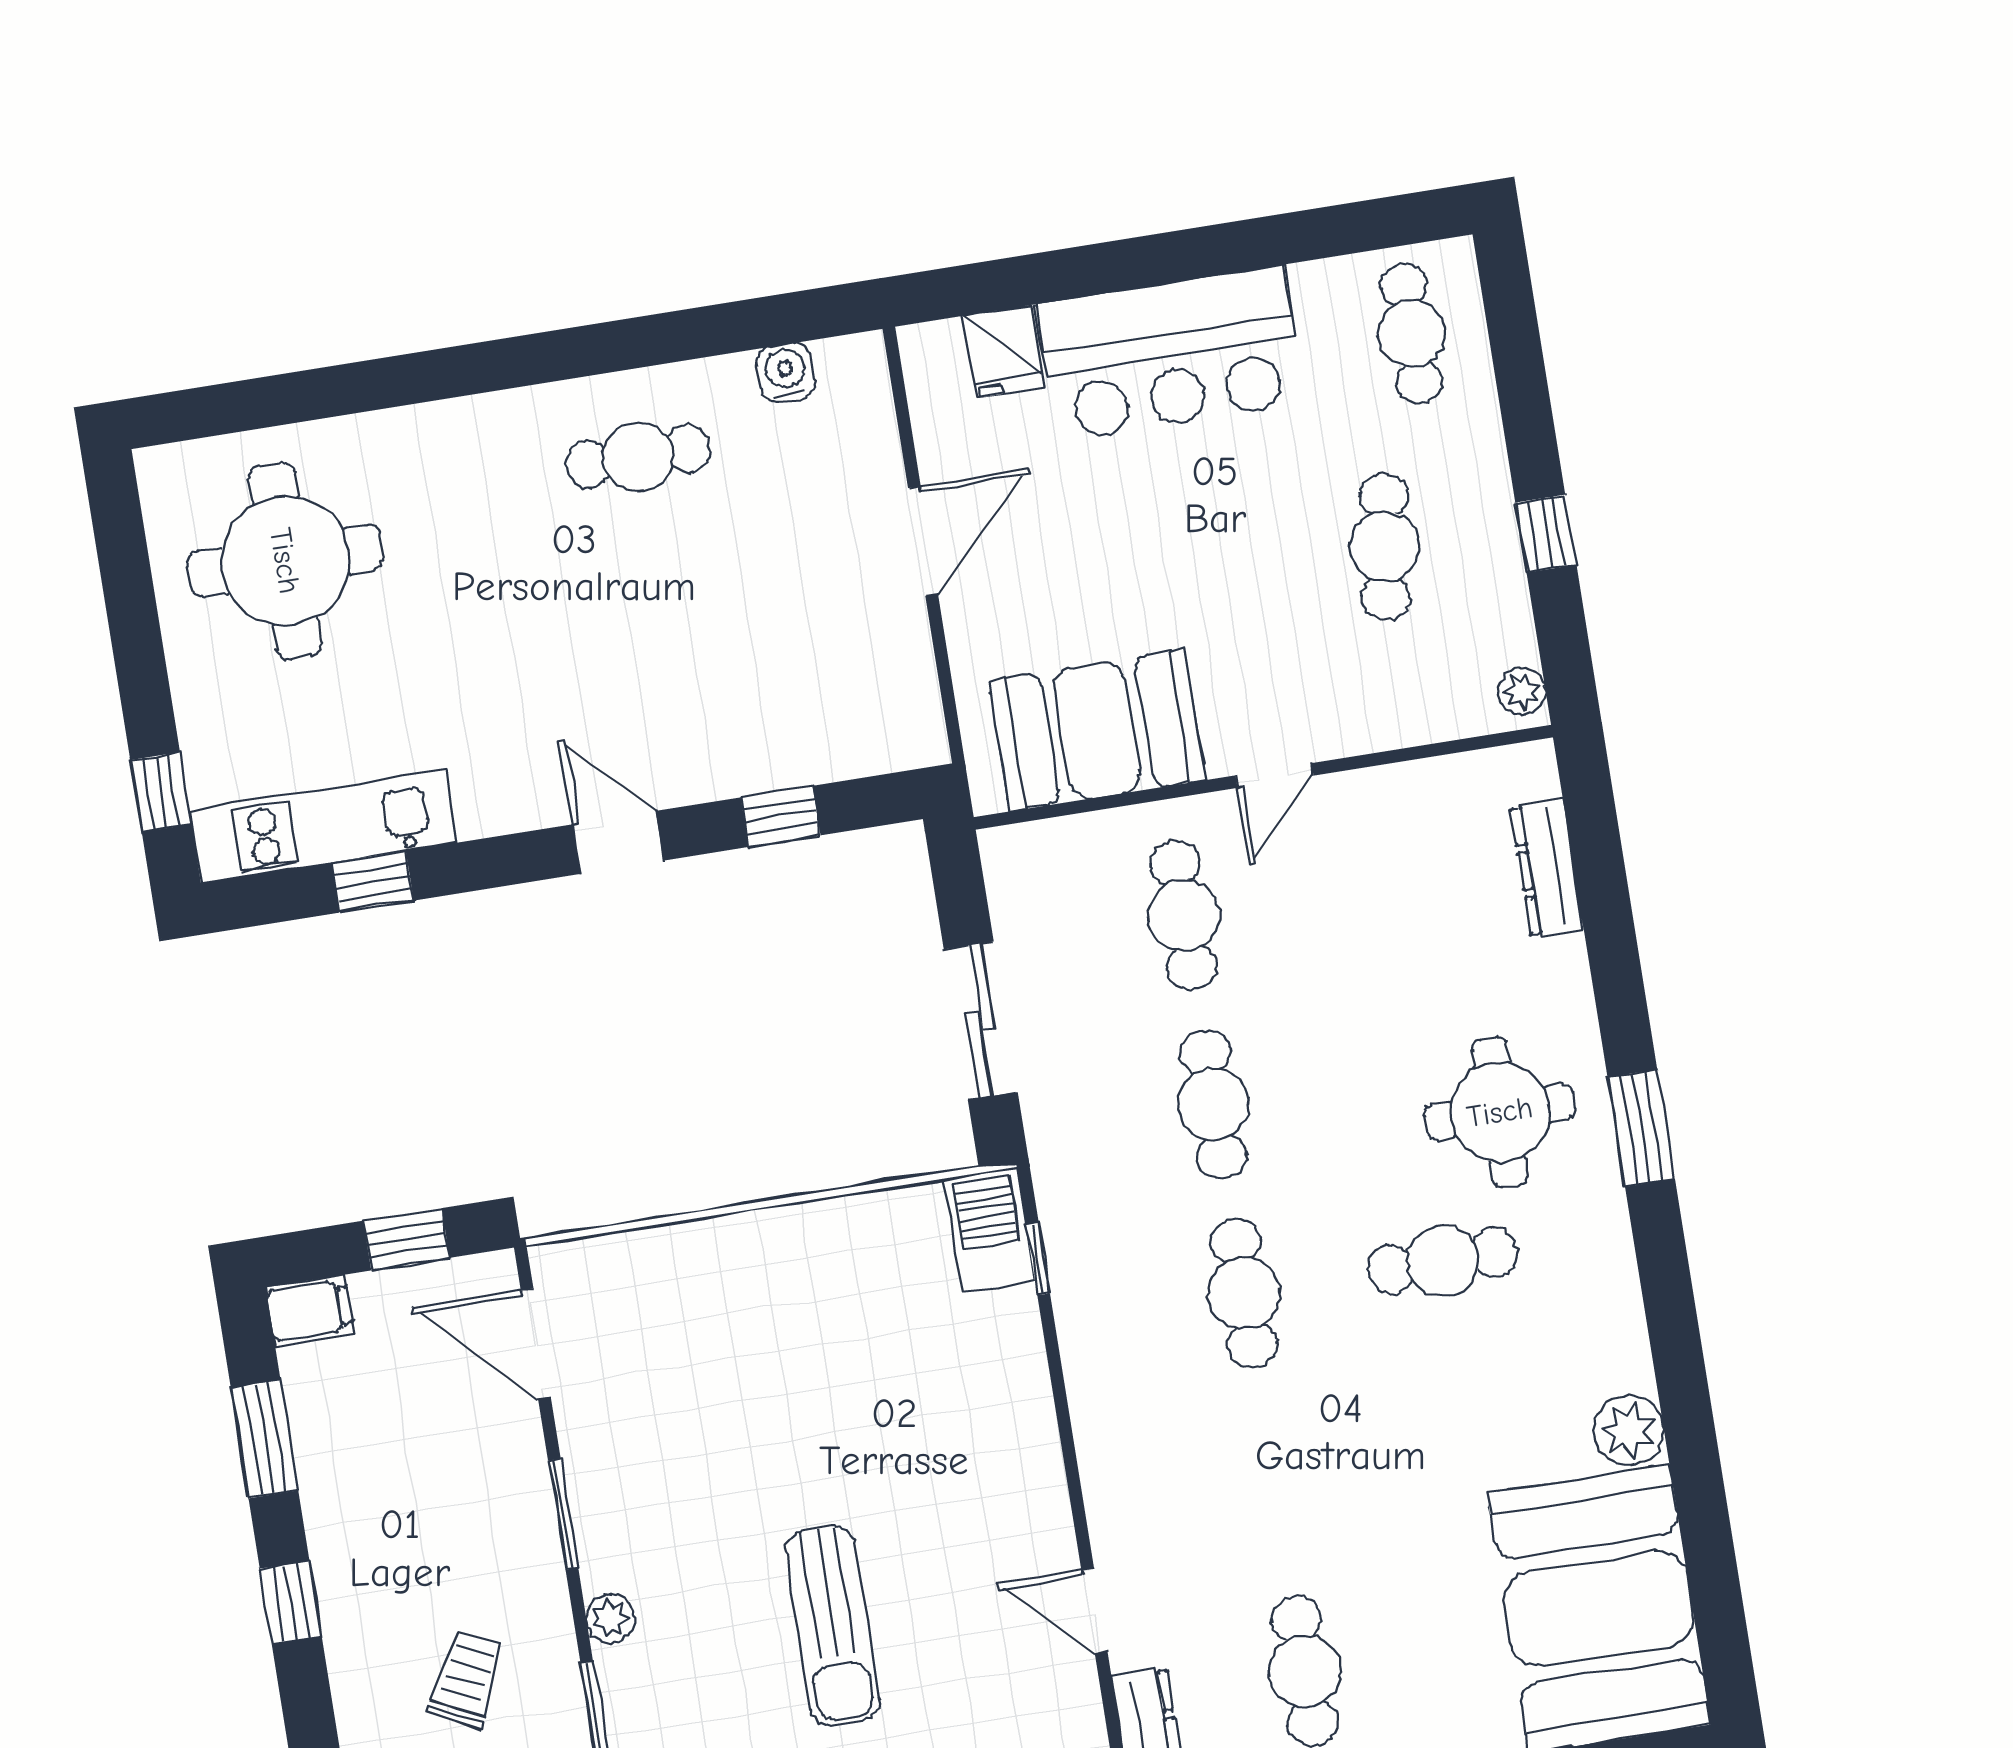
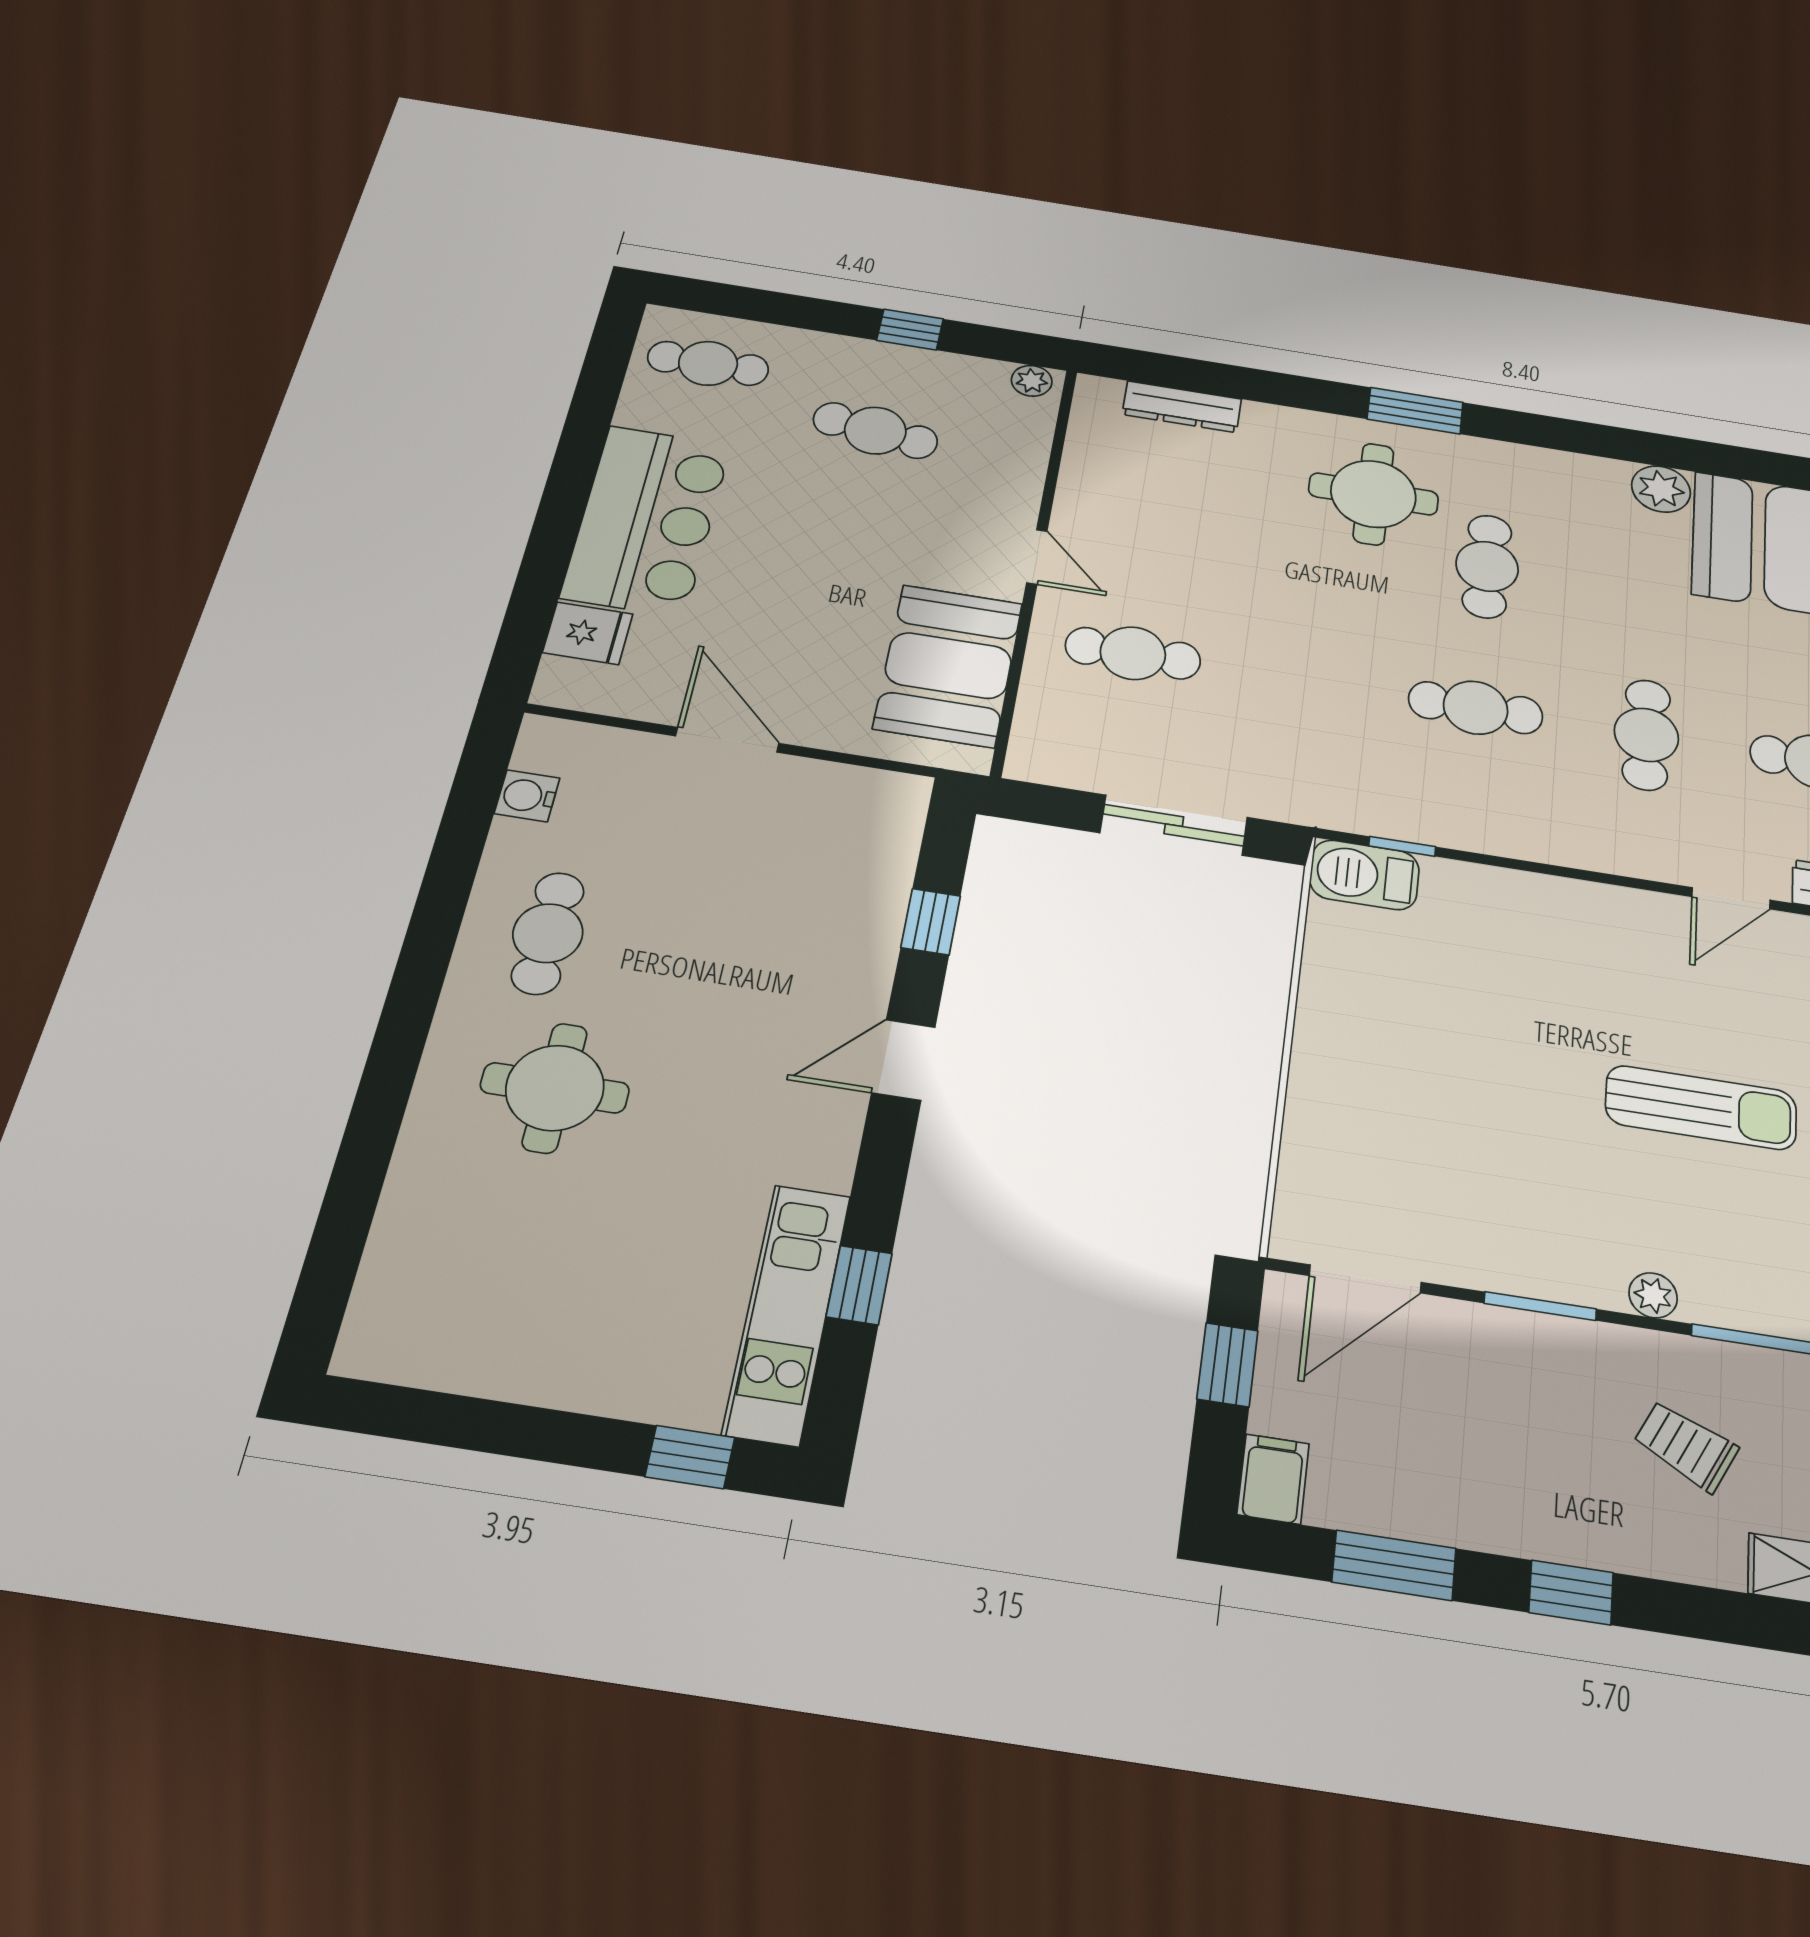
round table: (285, 561) -> (555, 1088), moved, width x0.73, depth x0.73
cafe table: (1214, 1104) -> (1646, 735), moved, turned 90

